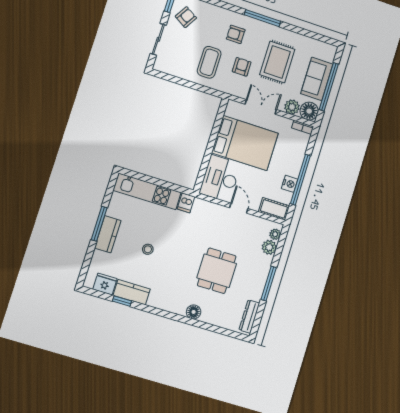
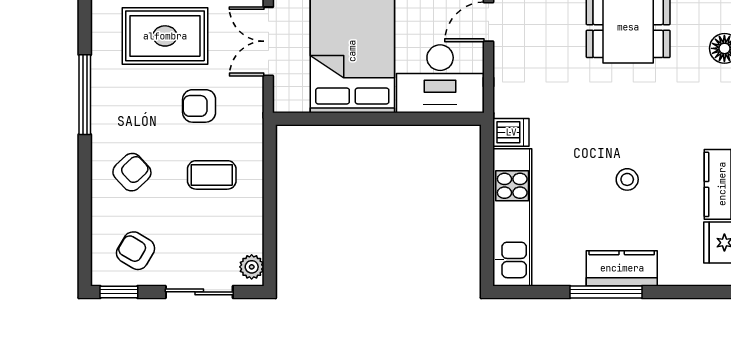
armchair: (236, 34) -> (132, 172), moved, turned -133
coffee table: (209, 62) -> (212, 175), width x0.73, depth x0.77
plant: (162, 66) -> (252, 267), added

